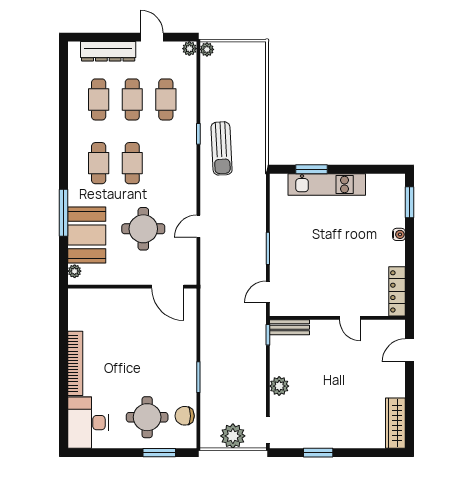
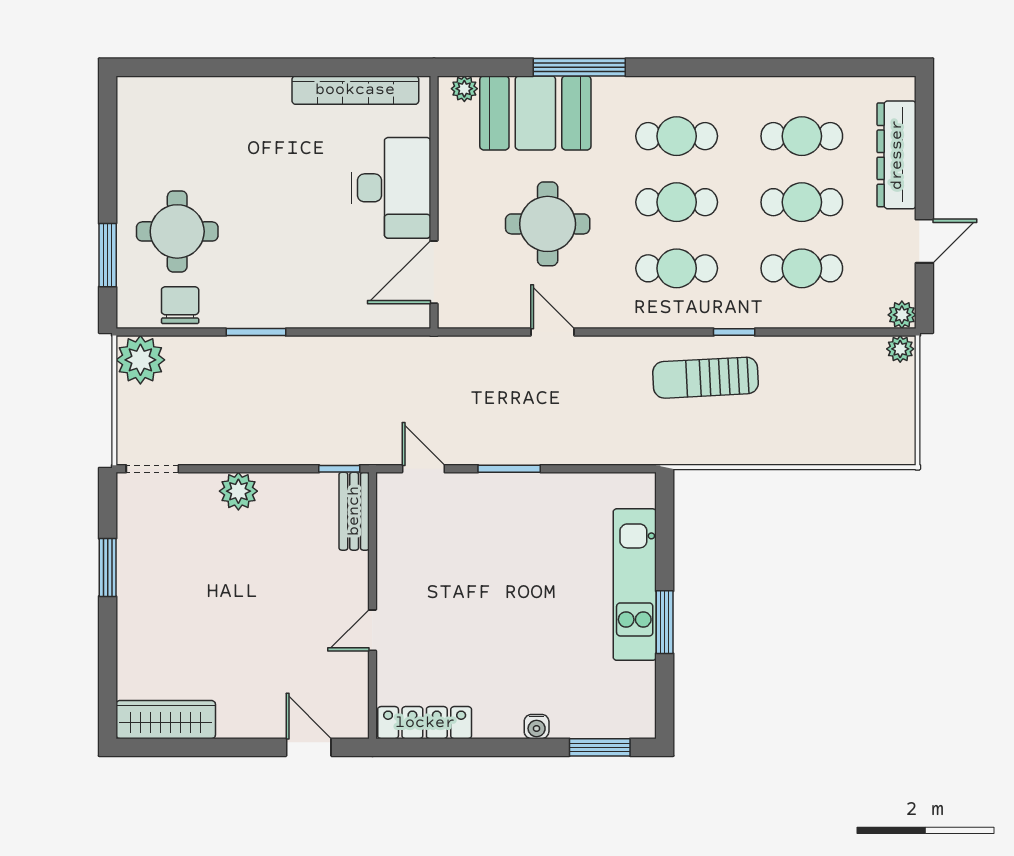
cafe table: (166, 163) -> (677, 268), added
window: (312, 169) -> (665, 622), moved
bookcase: (75, 363) -> (355, 90), moved
desk: (88, 423) -> (391, 188), moved, turned 90
plant: (233, 436) -> (140, 360), moved

